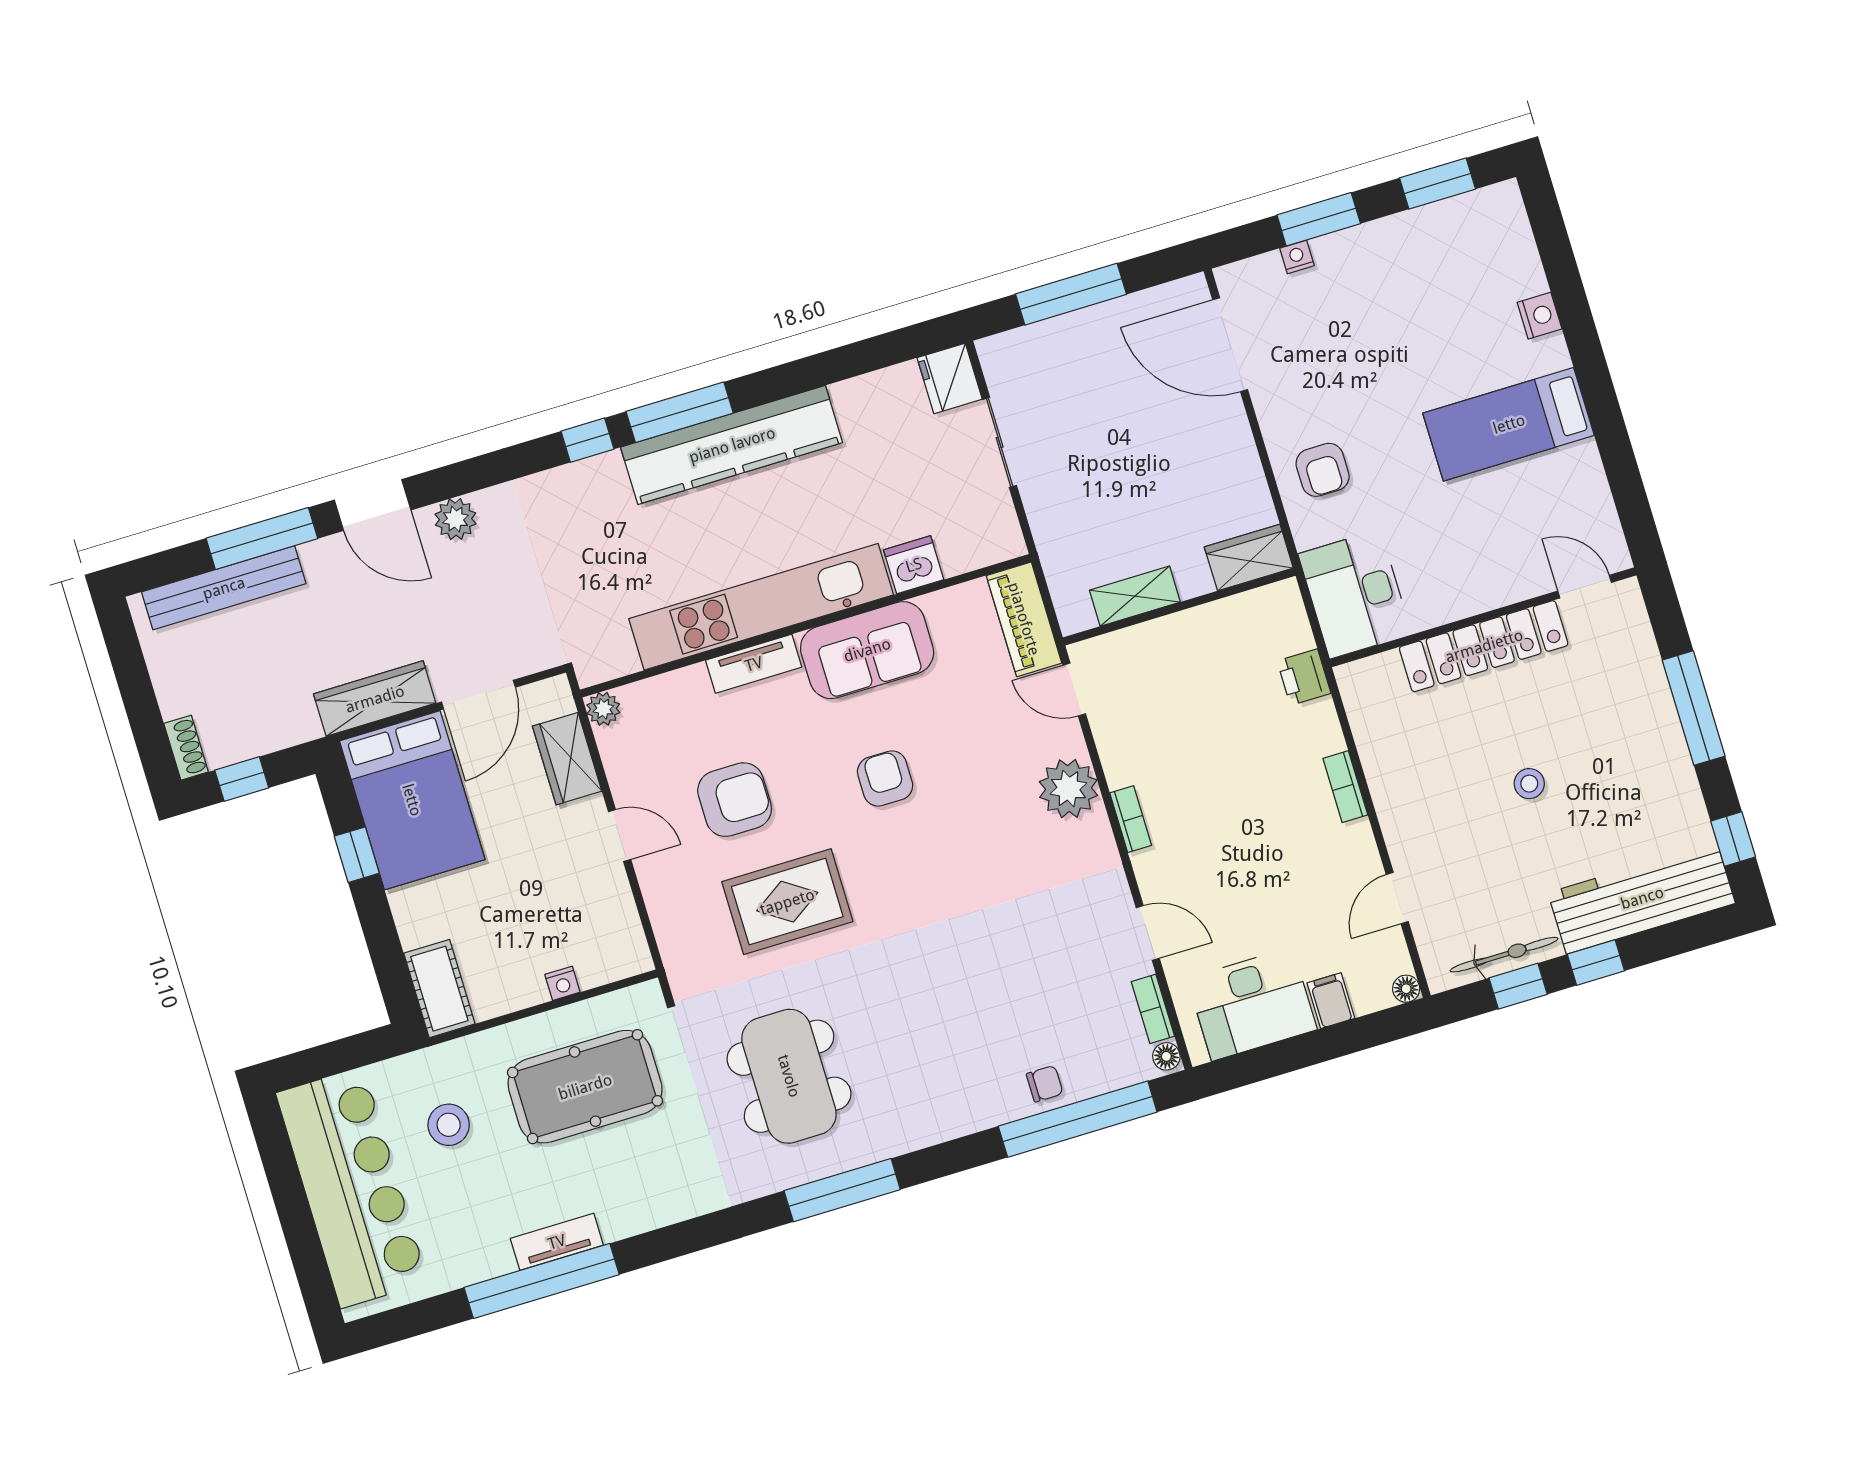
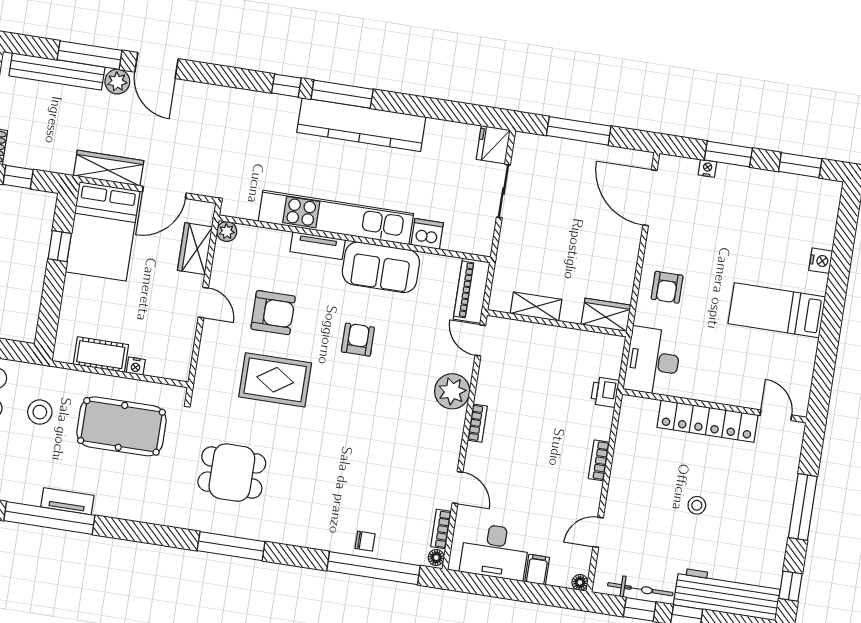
plant: (456, 519) -> (117, 82), moved
cot: (439, 989) -> (101, 355), moved, turned 90
dining table: (789, 1076) -> (232, 473), width x0.73

